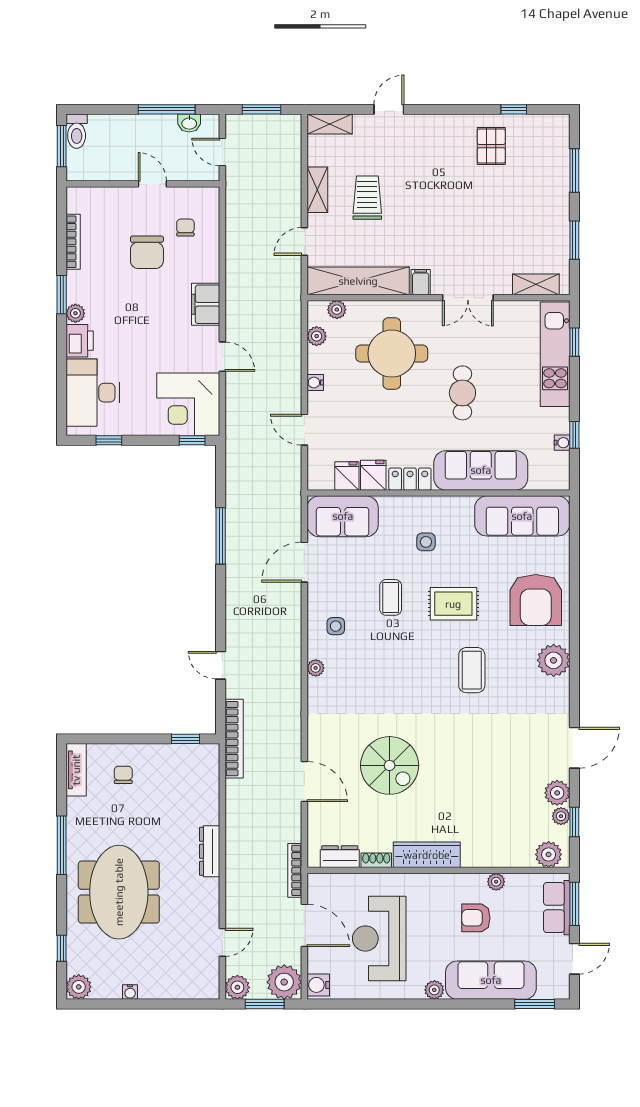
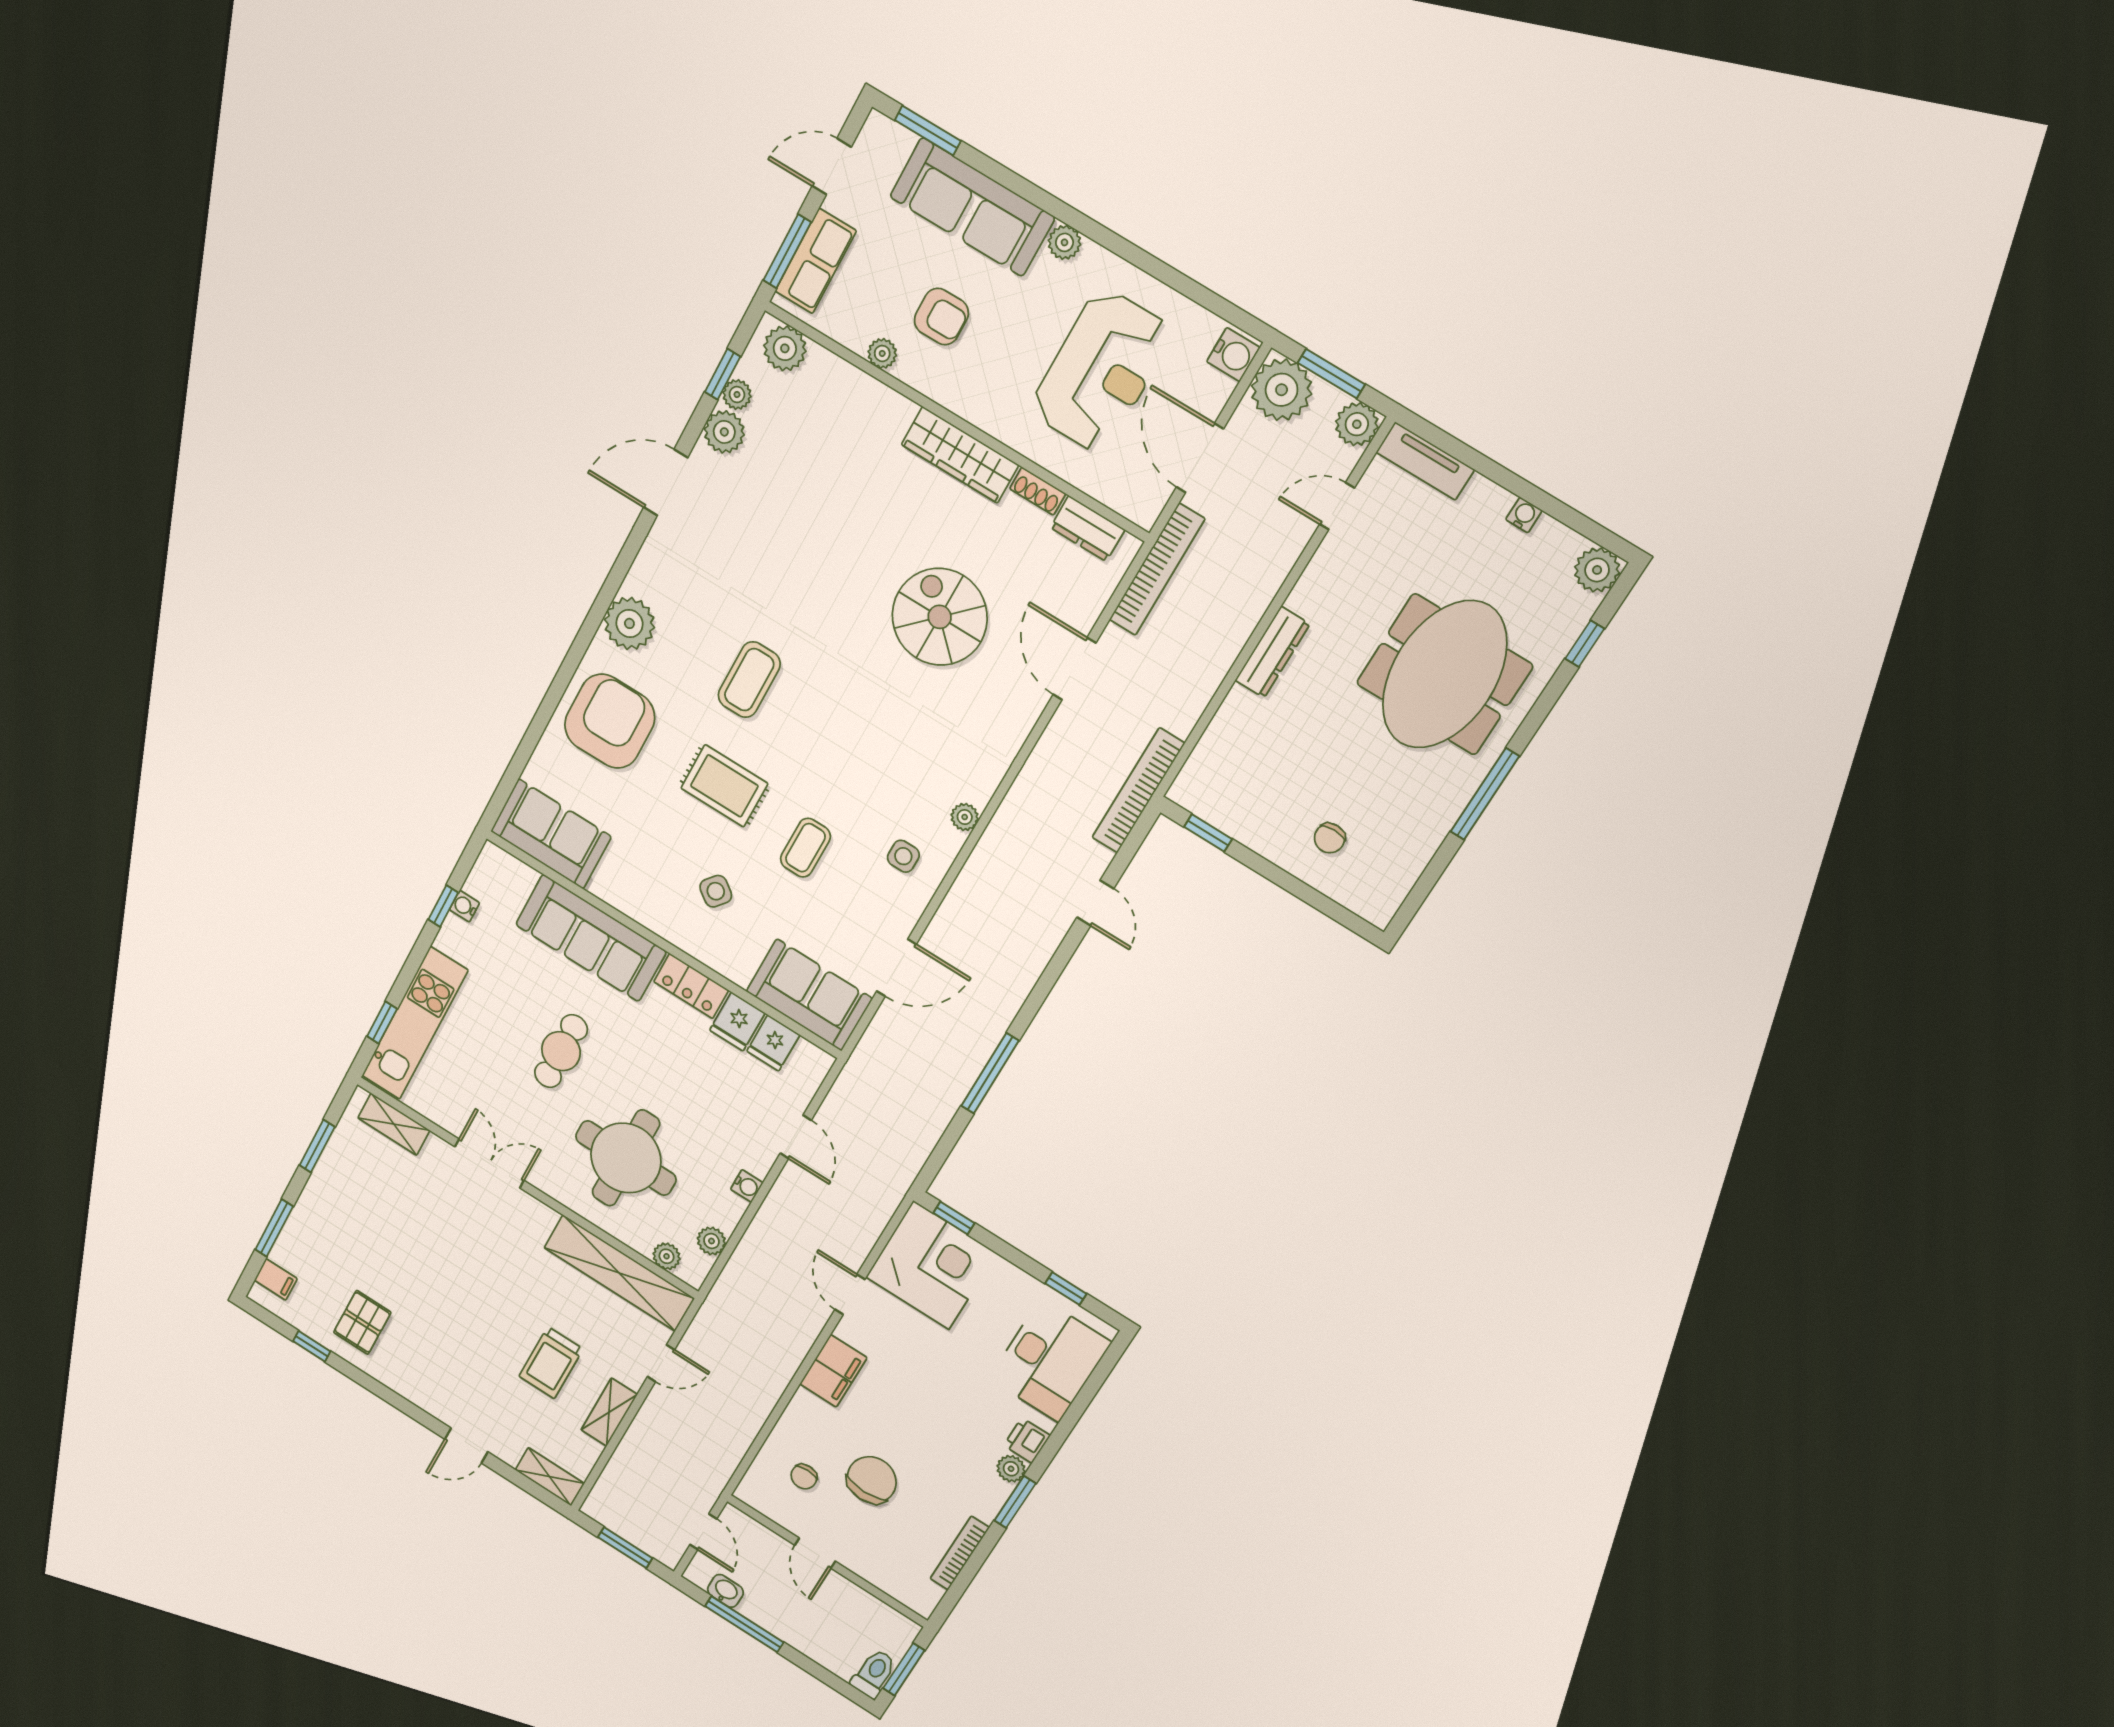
filing cabinet: (421, 282) -> (276, 1279), moved, turned -90
printer: (80, 341) -> (1027, 1440), width x0.73, depth x0.81
sofa: (522, 516) -> (551, 834), width x0.73
side table: (426, 542) -> (716, 891), turned 38
tv unit: (76, 770) -> (1425, 461), moved, turned -90
bookcase: (295, 870) -> (1157, 569), width x1.48, depth x1.31

